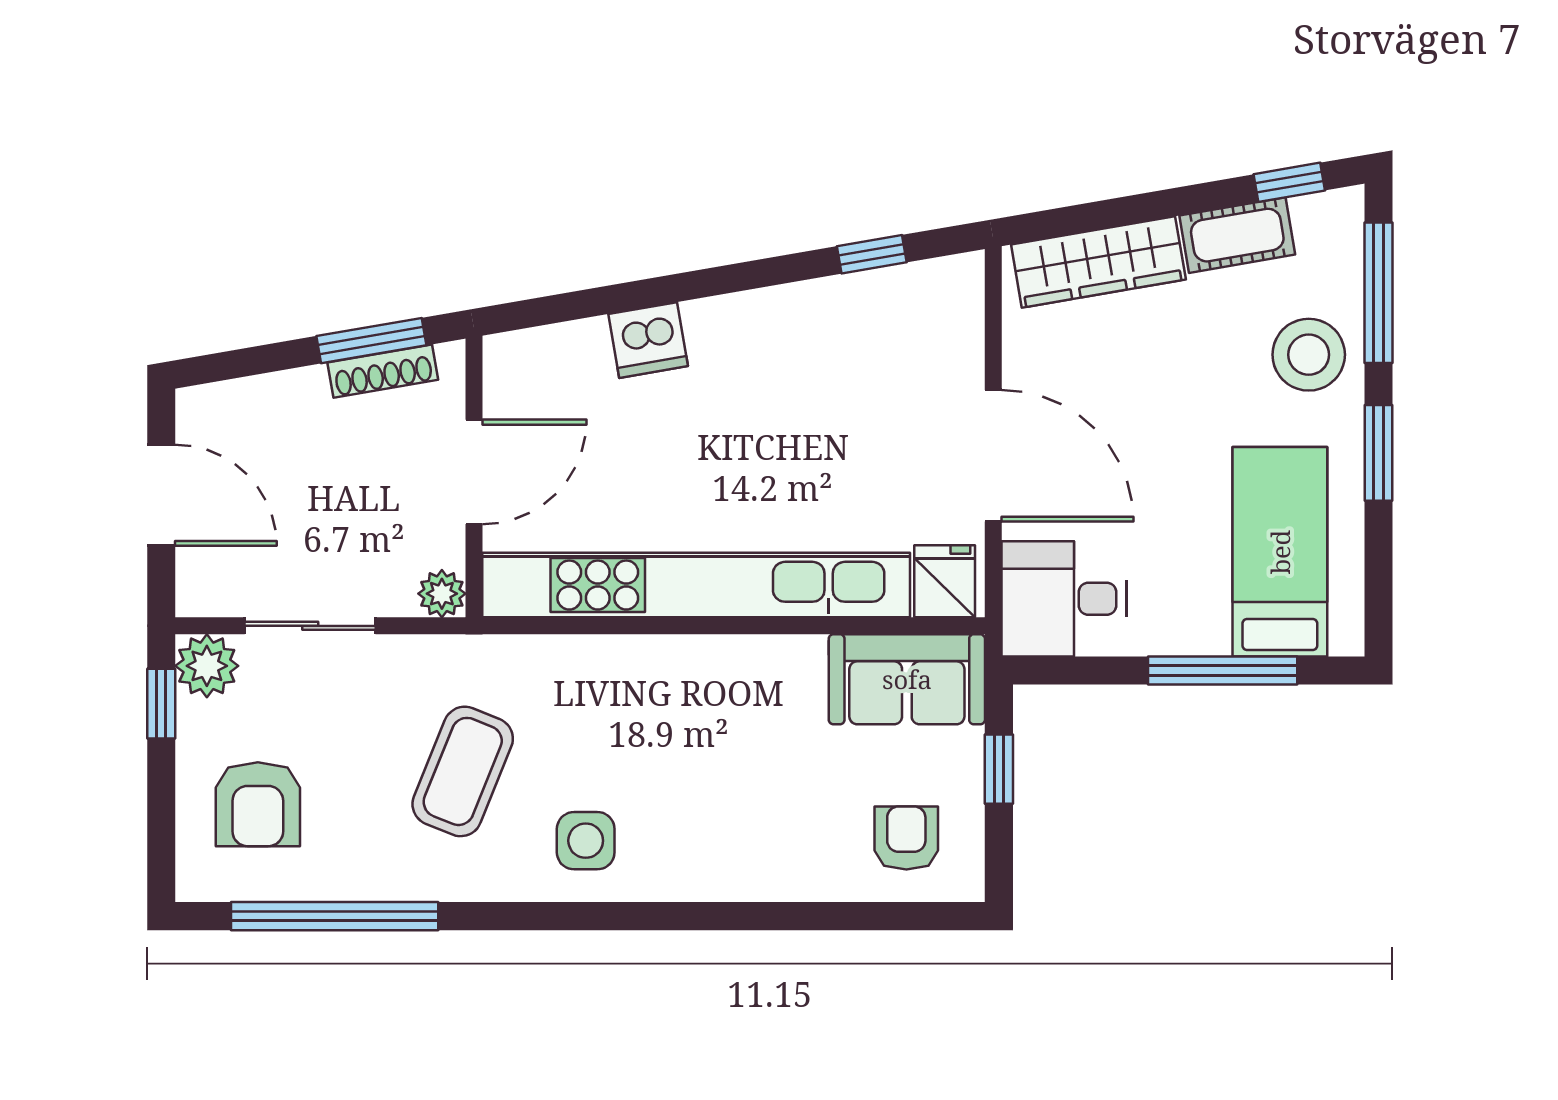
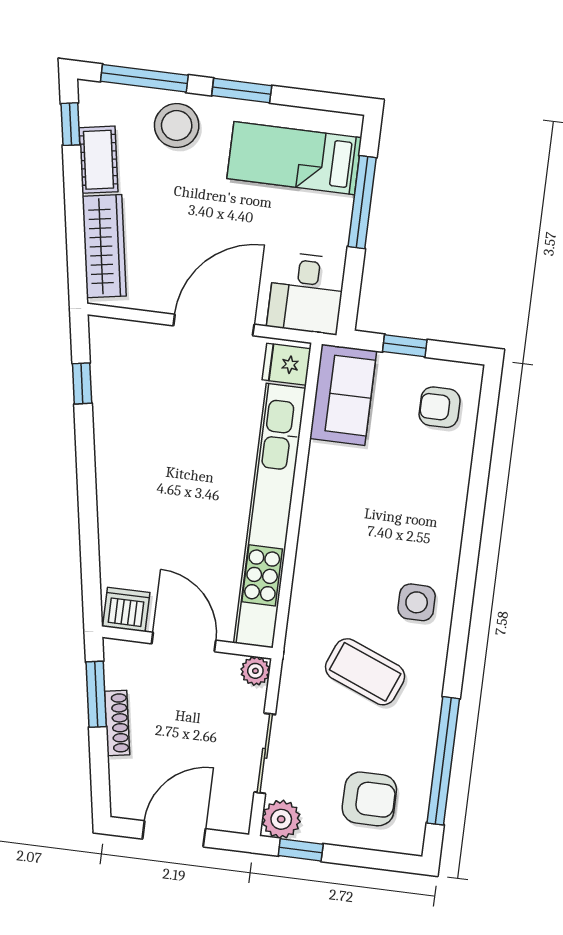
dishwasher: (648, 340) -> (126, 609), moved, turned -80
shoe rack: (383, 371) -> (117, 723), moved

